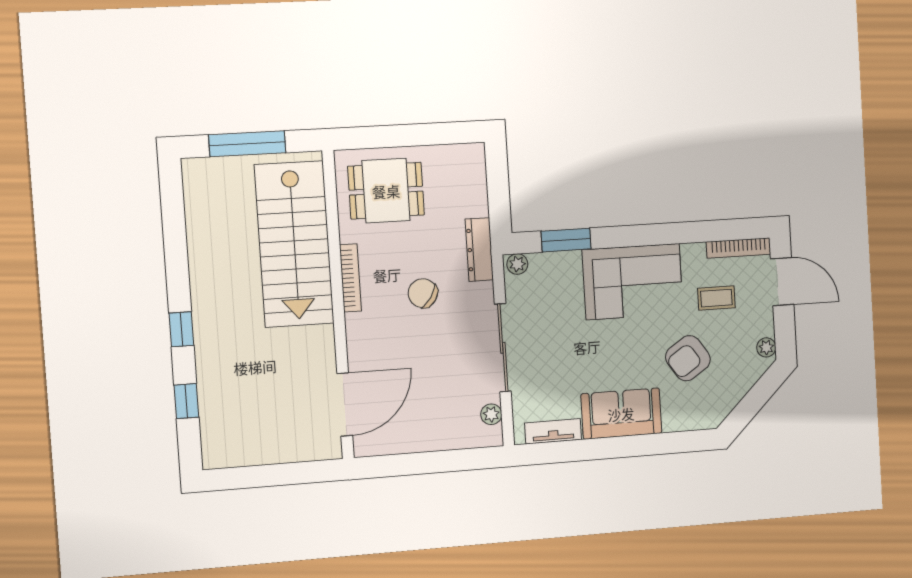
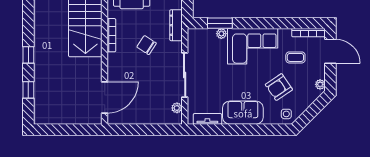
plant: (517, 264) -> (221, 34), moved
side table: (705, 410) -> (286, 114), added

